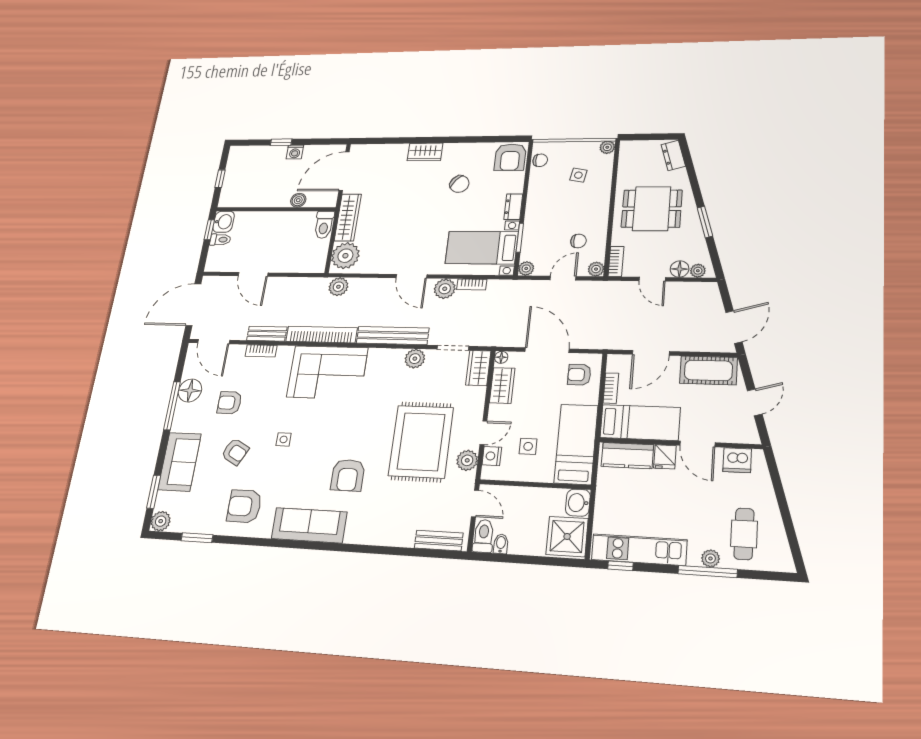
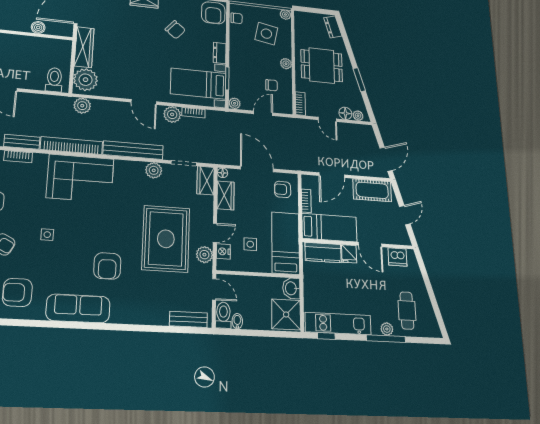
side table: (578, 175) -> (266, 34), width x1.87, depth x1.87
toilet: (324, 225) -> (54, 80), moved, turned 180
plant: (596, 269) -> (286, 64), moved

